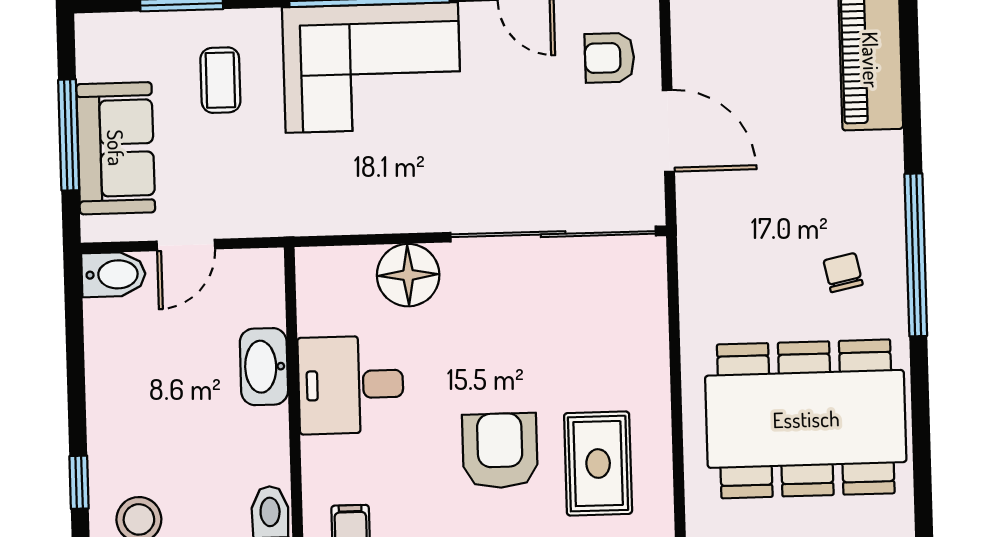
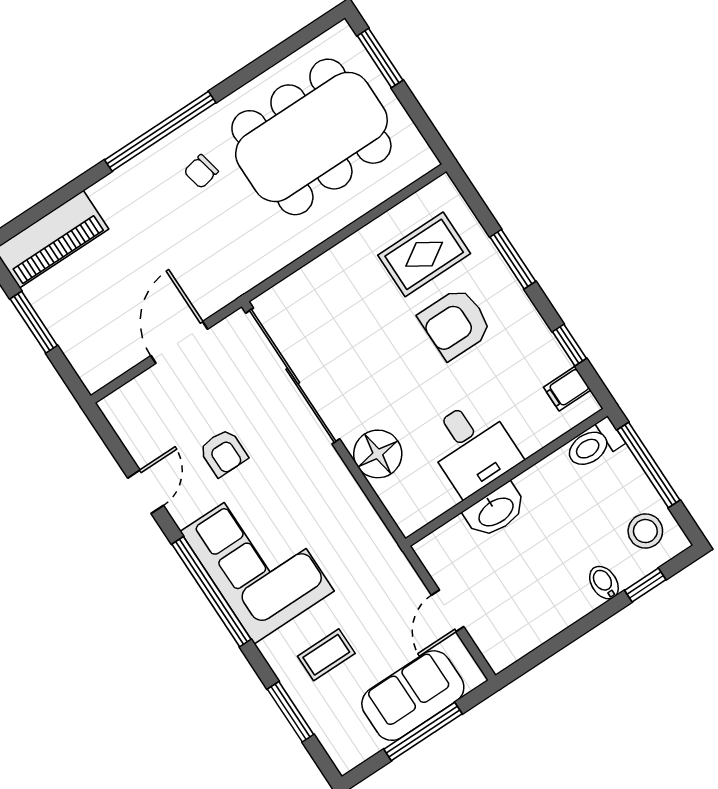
armchair: (610, 58) -> (223, 453), moved
door: (186, 245) -> (448, 611), swing flipped
bidet: (114, 274) -> (604, 583), moved, width x0.72, depth x0.74
dining table: (806, 419) -> (311, 137), turned 90

